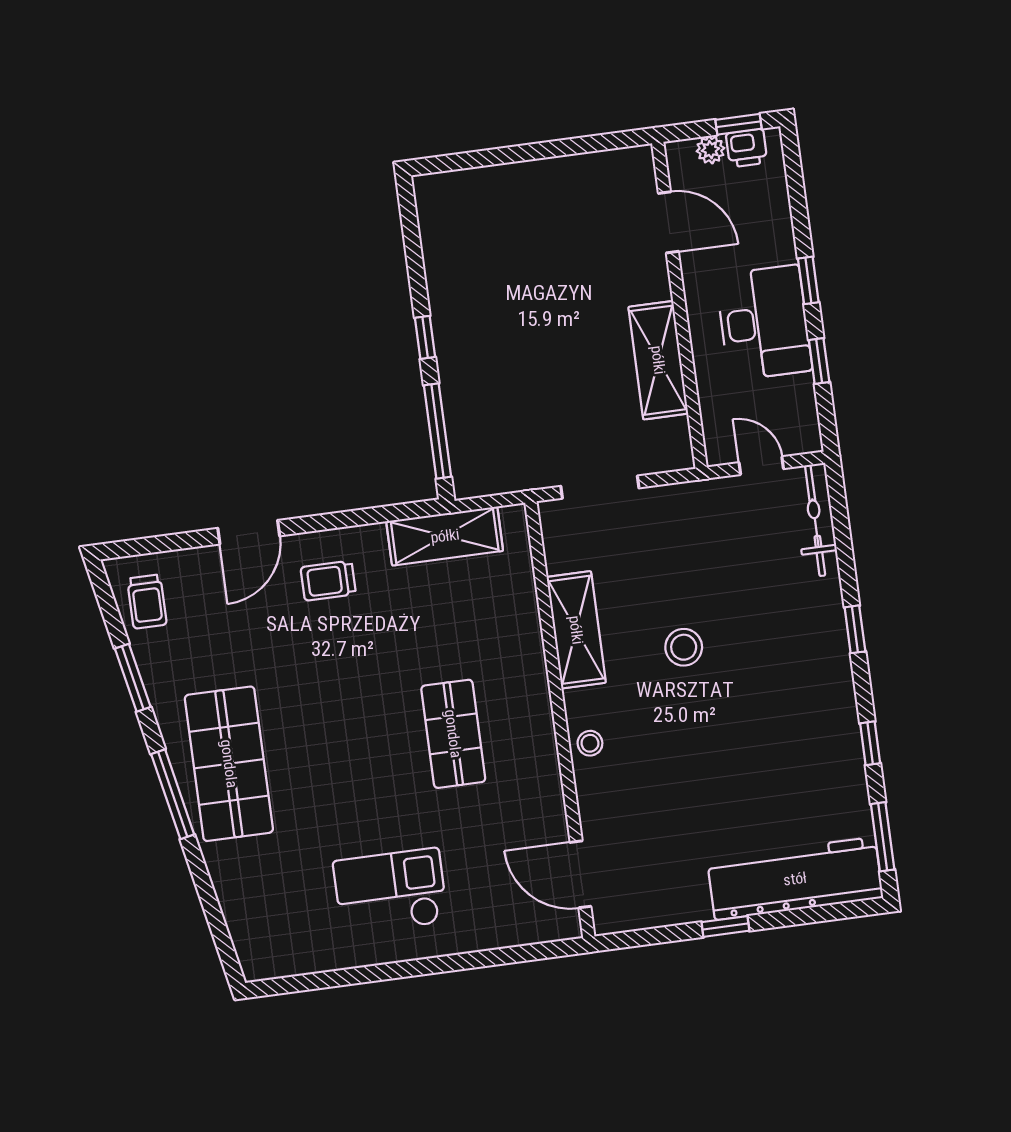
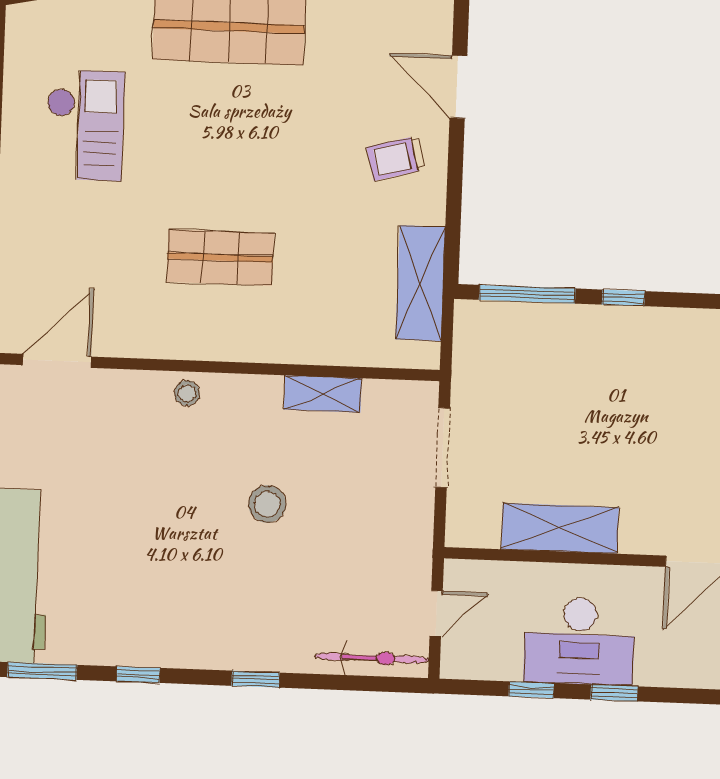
trolley: (328, 581) -> (396, 158), turned -105
shelving: (576, 630) -> (323, 394), width x0.67, depth x0.75
checkout: (390, 892) -> (85, 125), moved

